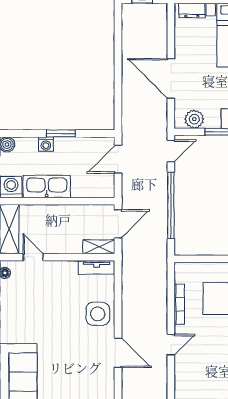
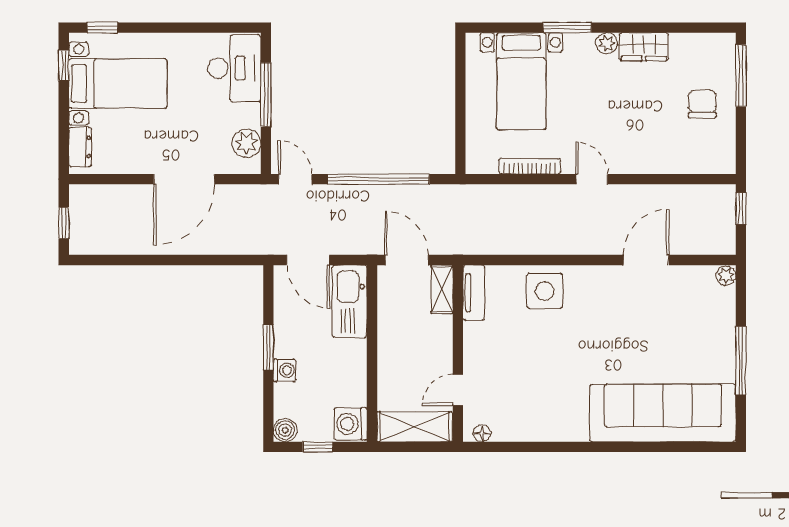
kitchen sink: (47, 186) -> (350, 301), moved
door: (118, 353) -> (646, 260), moved

